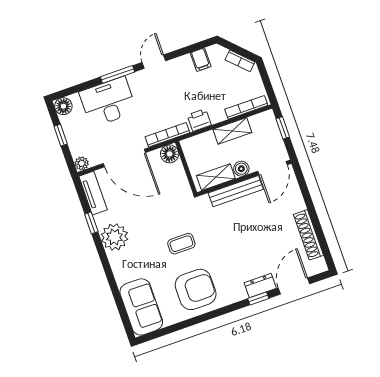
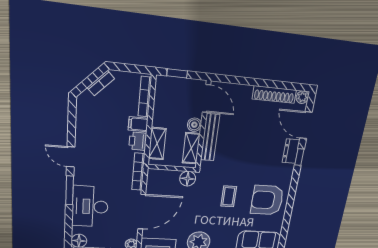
filing cabinet: (201, 60) -> (138, 124), moved, turned 180
shelving: (232, 131) -> (157, 144), moved
floor lamp: (170, 154) -> (188, 179), moved
plant: (320, 266) -> (302, 97), added
armchair: (196, 289) -> (267, 200), turned -90

